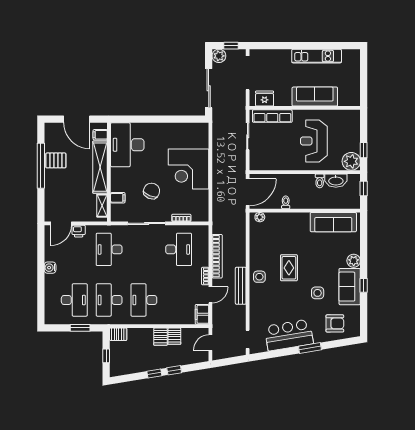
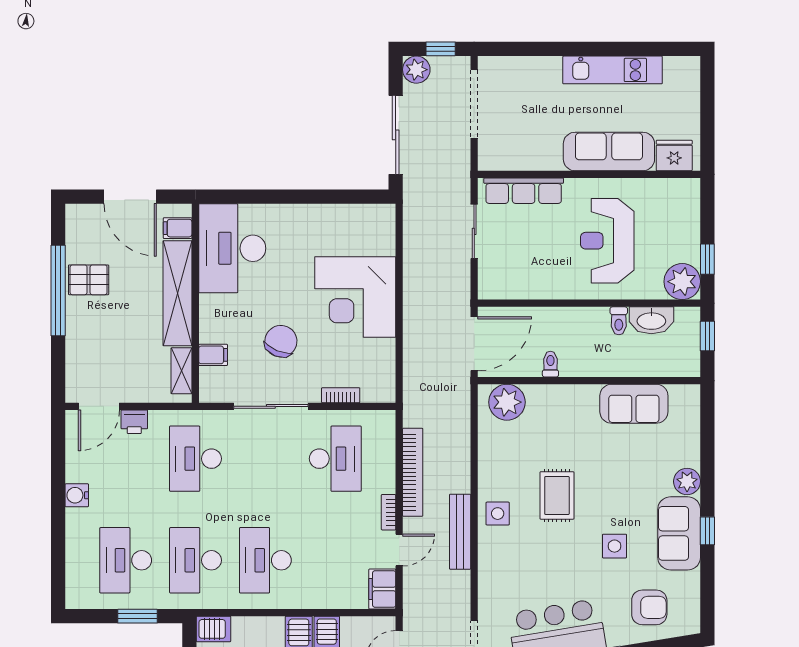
fridge: (265, 99) -> (674, 155), moved
plant: (260, 217) -> (507, 402), width x1.87, depth x1.87
sofa: (333, 222) -> (634, 404), width x0.73
desk: (74, 300) -> (126, 560), turned 180

